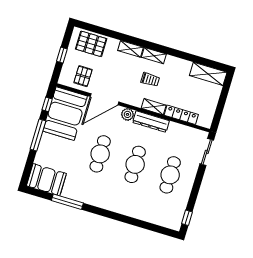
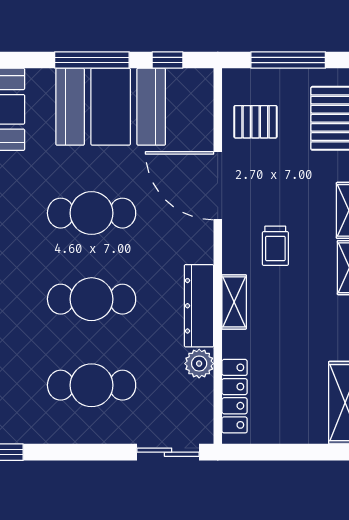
window: (62, 55) -> (288, 60), width x2.17
trolley: (150, 80) -> (275, 246), moved
booth: (65, 114) -> (111, 107), moved
plant: (127, 114) -> (199, 364), moved
locker: (181, 115) -> (235, 396), moved

